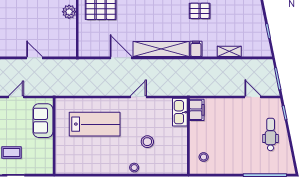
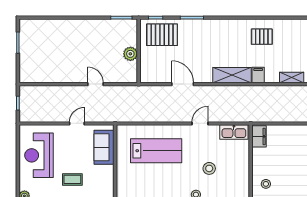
plant: (69, 12) -> (130, 54), moved
shelving: (161, 49) -> (232, 75), width x0.68
kitchen sink: (180, 112) -> (234, 132), moved, turned -90

